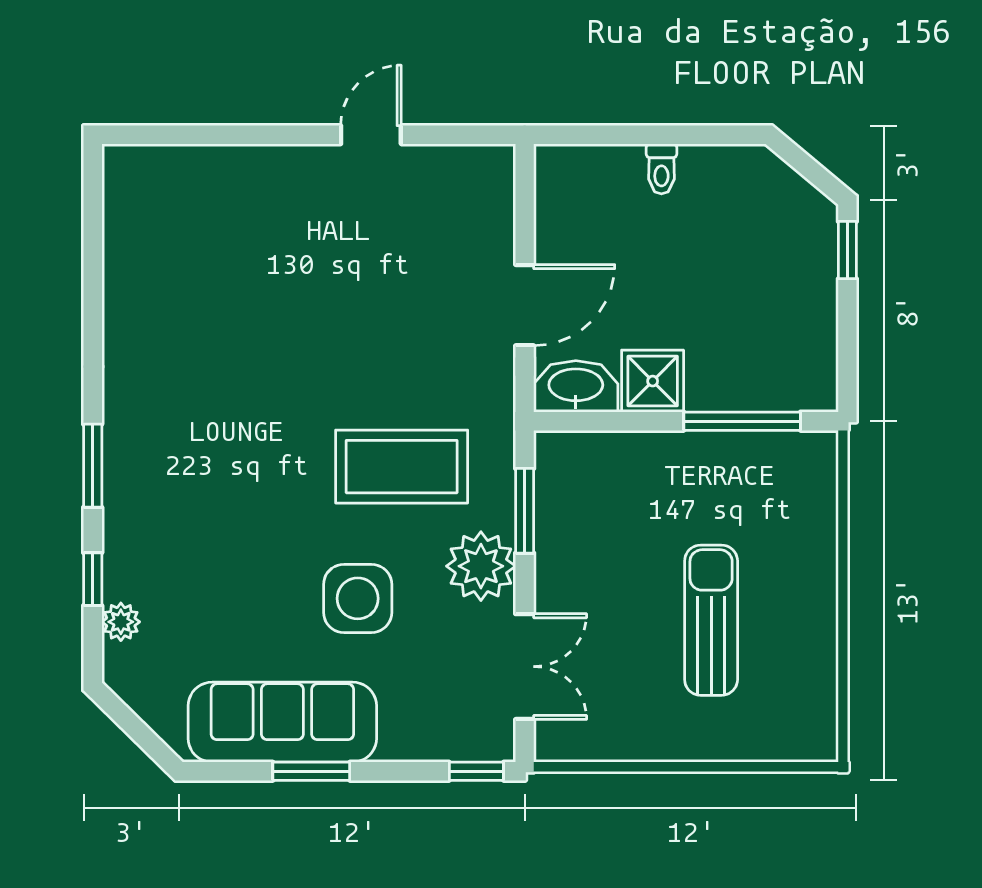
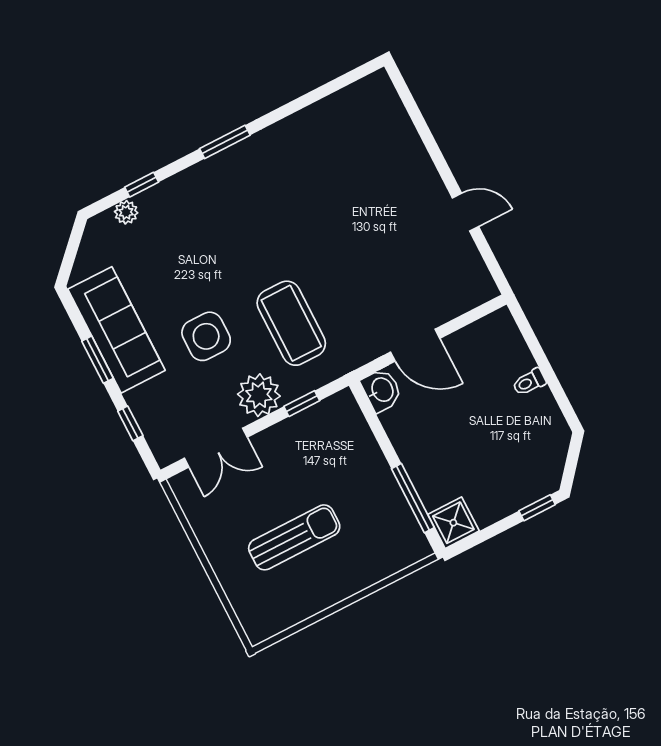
shower: (653, 381) -> (453, 523), moved
washbasin: (576, 386) -> (382, 390), width x0.72
window: (93, 466) -> (225, 142), moved
window: (525, 511) -> (302, 404), width x0.67
window: (476, 771) -> (130, 423), moved

